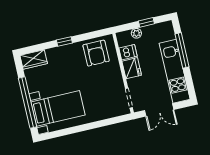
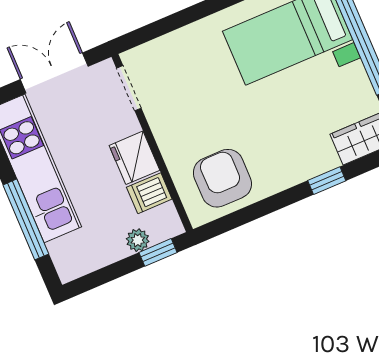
window: (146, 22) -> (158, 252), moved
window: (64, 42) -> (327, 181), moved

